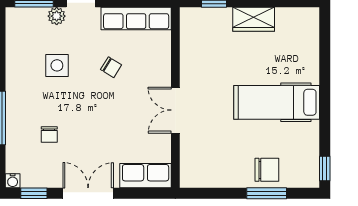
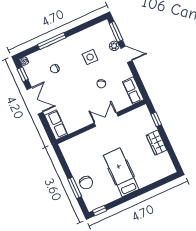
row of seats: (136, 19) -> (133, 91), width x0.68
double door: (175, 110) -> (106, 120), moved

